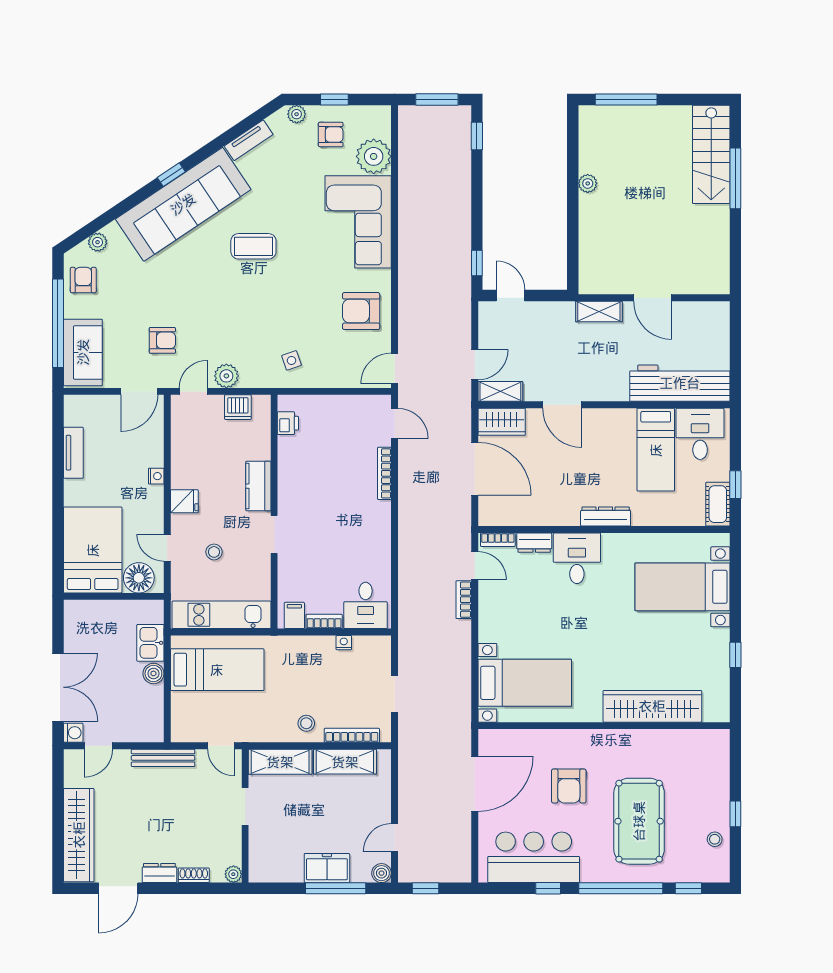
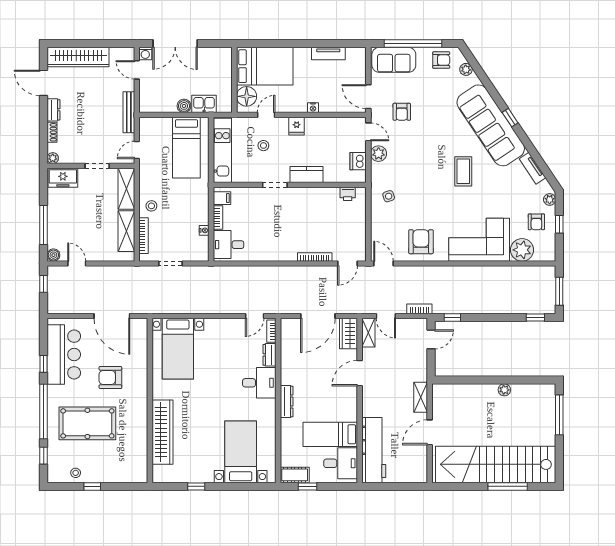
stairs: (711, 154) -> (496, 464), width x1.86, depth x1.51
bookcase: (464, 600) -> (419, 309), moved
freezer: (327, 868) -> (63, 178), moved, turned 90

